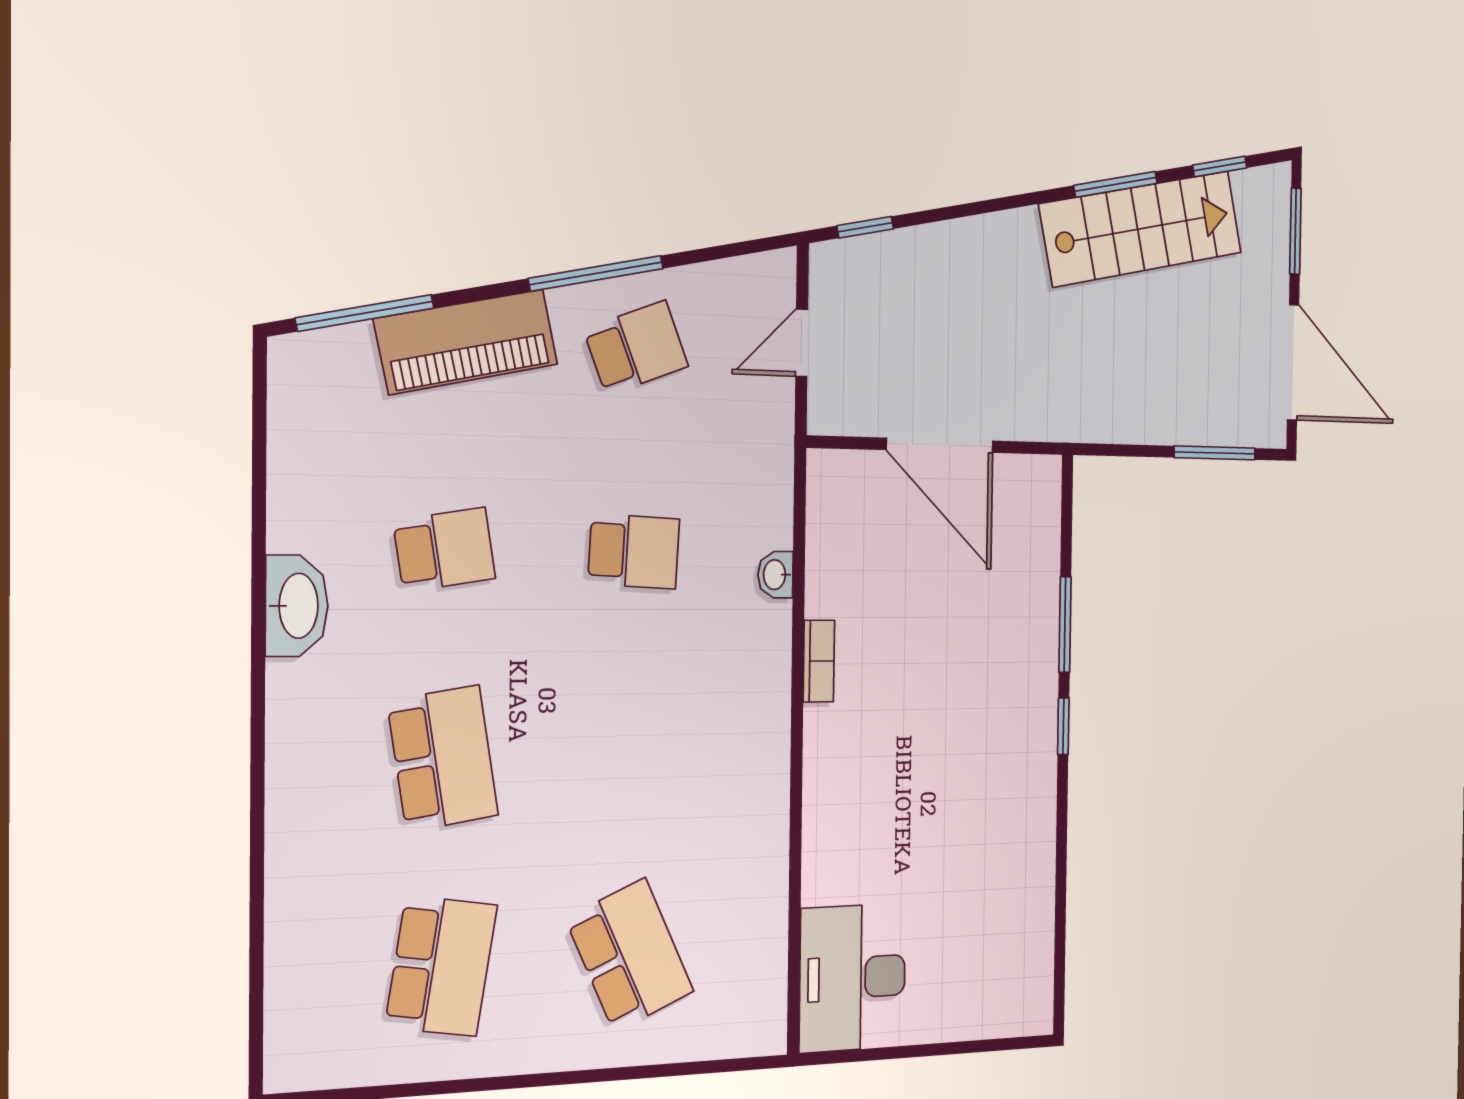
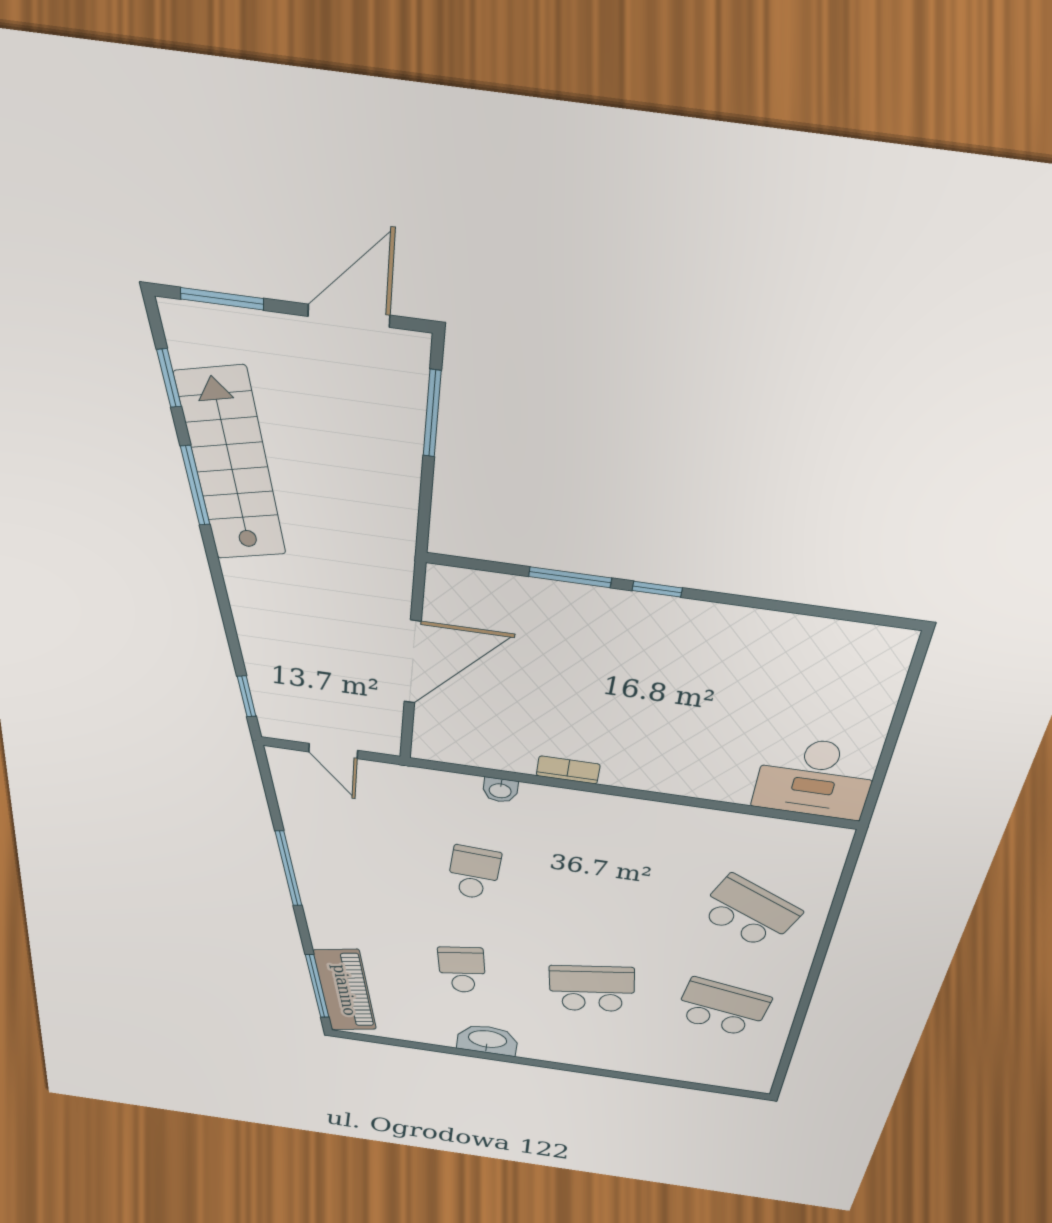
piano: (466, 342) -> (345, 990), moved
school desk: (636, 348) -> (337, 853), removed
door: (1293, 362) -> (349, 316), width x0.73
school desk: (630, 955) -> (749, 912), turned 48

